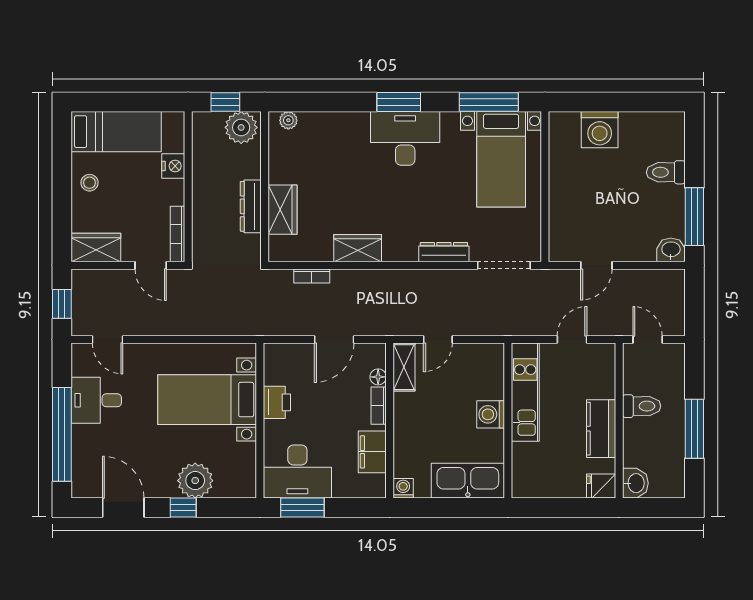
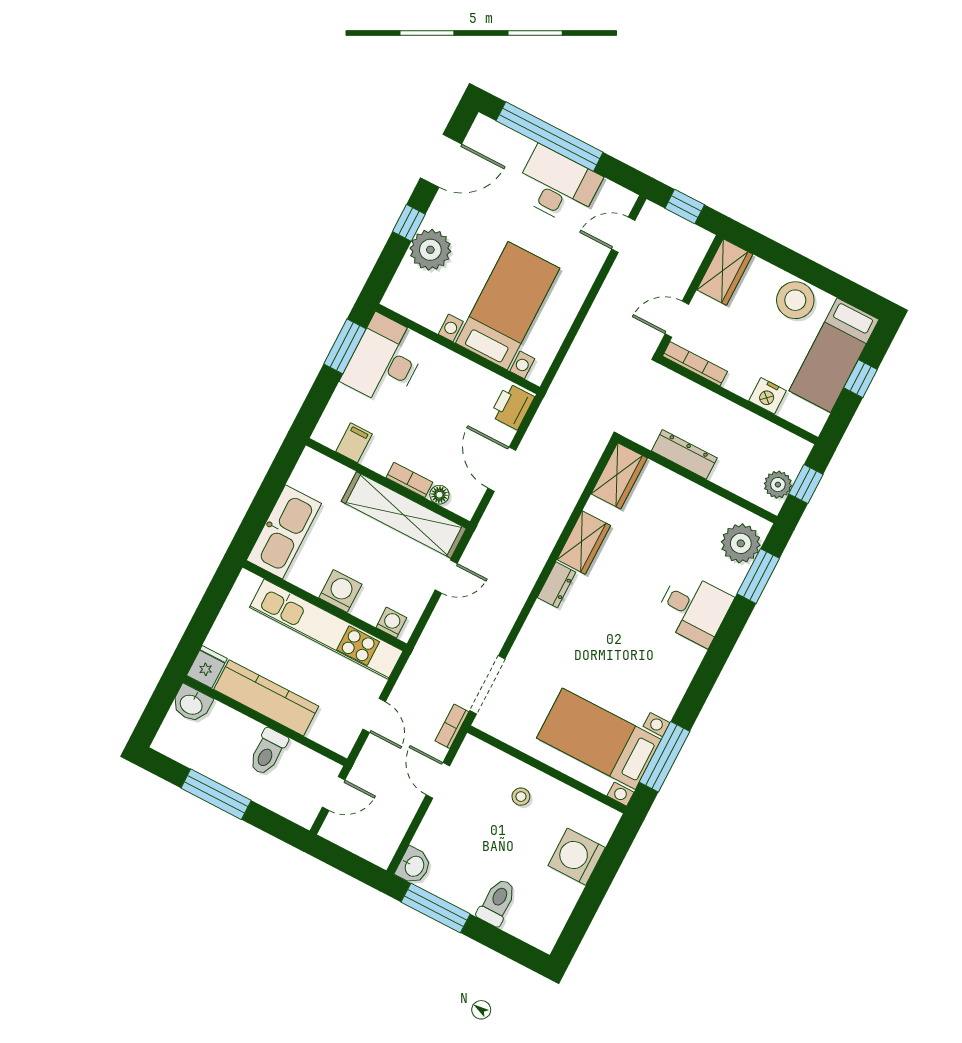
window: (123, 102) -> (861, 379), added
window: (399, 102) -> (758, 576), moved
plant: (288, 120) -> (741, 543), width x1.87, depth x1.87
plant: (241, 127) -> (778, 485), width x0.73, depth x0.73
desk: (405, 138) -> (694, 609), moved, width x0.73
stool: (89, 183) -> (795, 300), width x1.89, depth x1.89
stool: (576, 196) -> (521, 797), added
wardrobe: (282, 210) -> (619, 476), moved, turned -90
dresser: (444, 252) -> (557, 585), moved, width x0.70
bookcase: (312, 276) -> (452, 726), moved
door: (438, 340) -> (446, 577), swing flipped
shelving: (404, 367) -> (404, 515), width x2.20, depth x1.33
kitchen unit: (525, 392) -> (326, 629), width x1.36
desk: (96, 400) -> (558, 186), width x1.37
printer: (277, 402) -> (512, 406), moved, turned 90
kitchen counter: (601, 429) -> (266, 698), width x1.50
filing cabinet: (372, 452) -> (354, 443), width x0.50
washing machine: (403, 488) -> (391, 623), moved, turned -90

